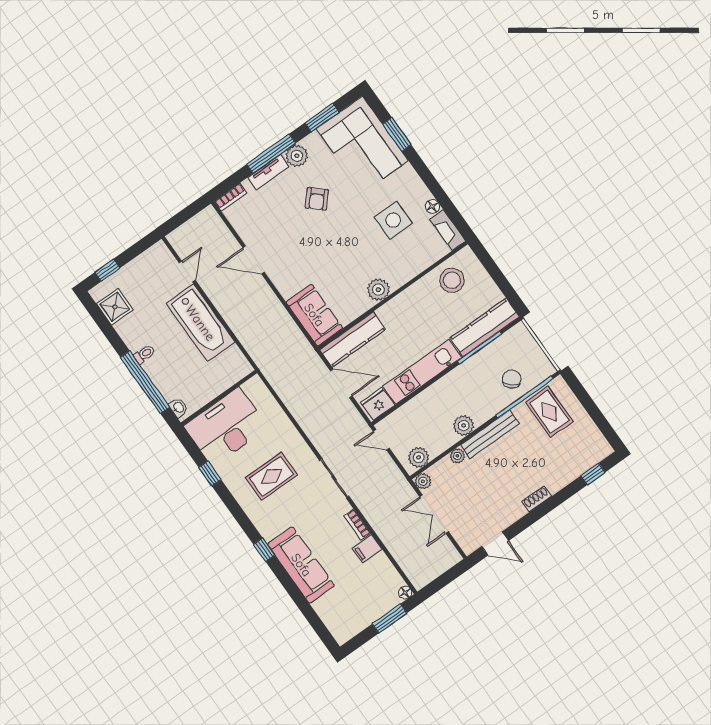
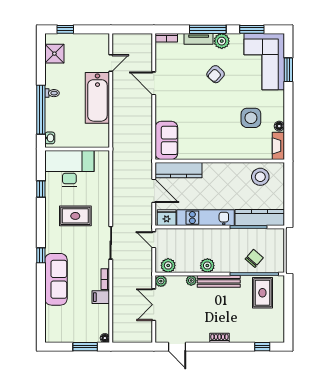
plant: (378, 290) -> (214, 152), removed

